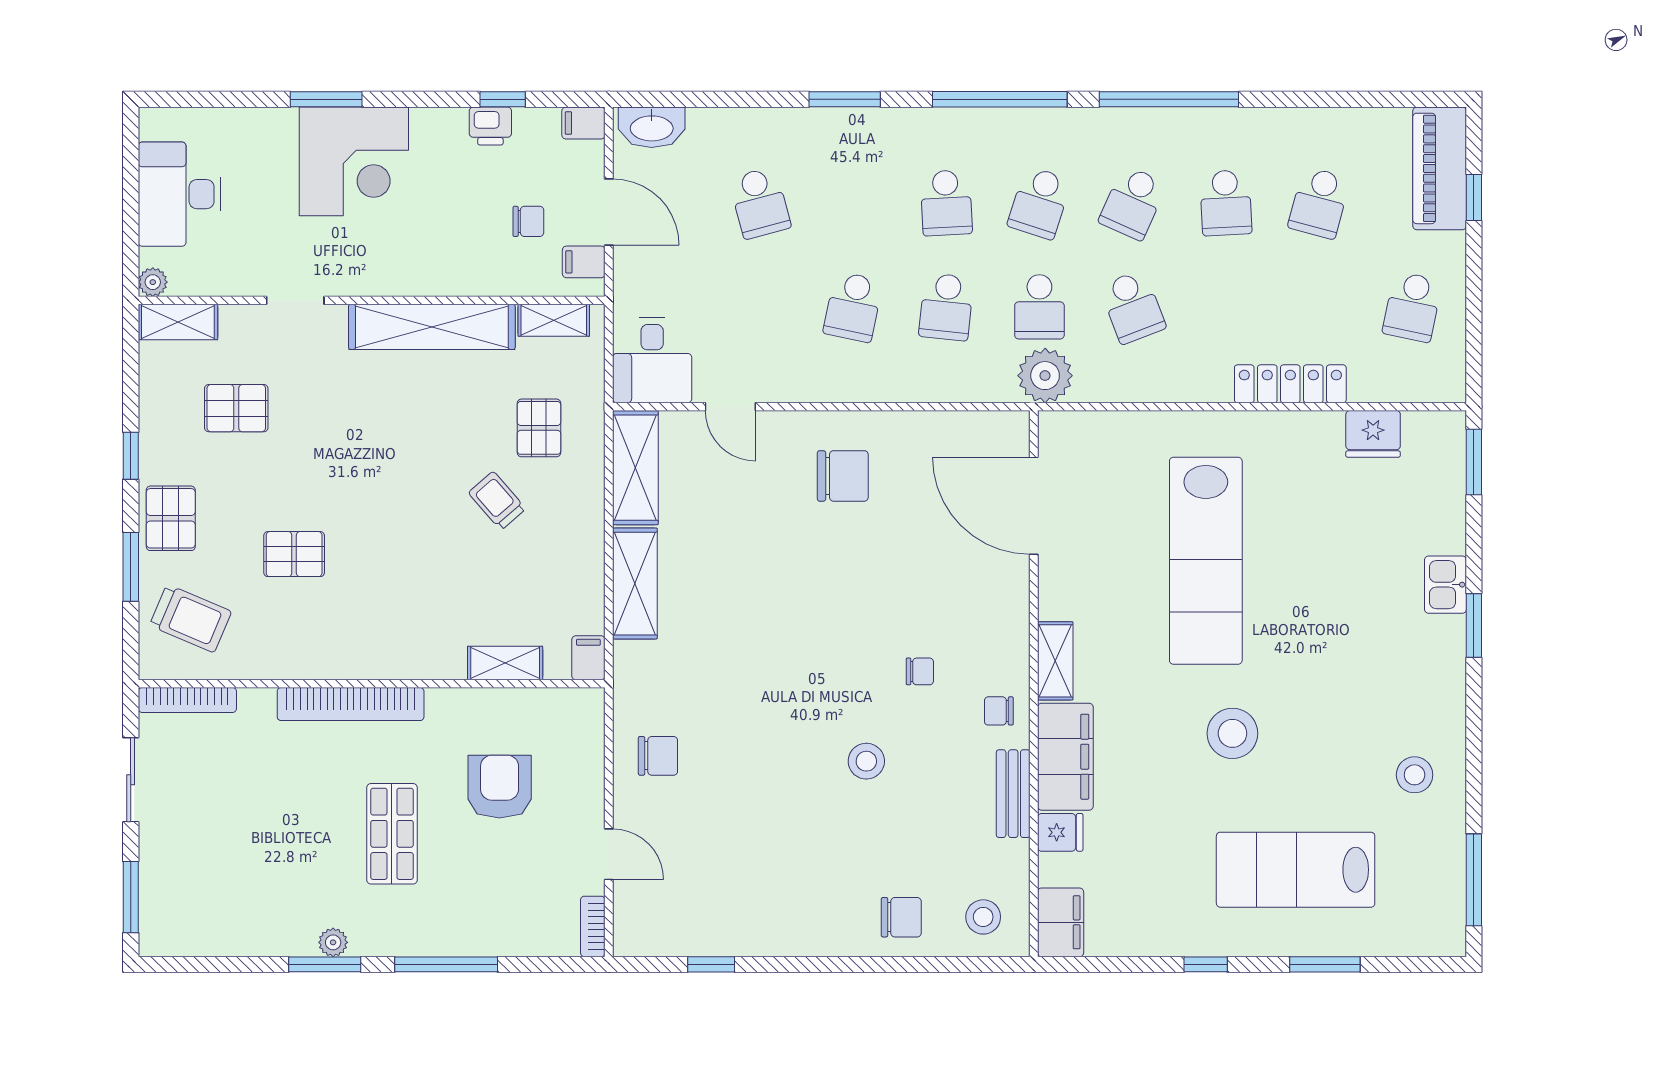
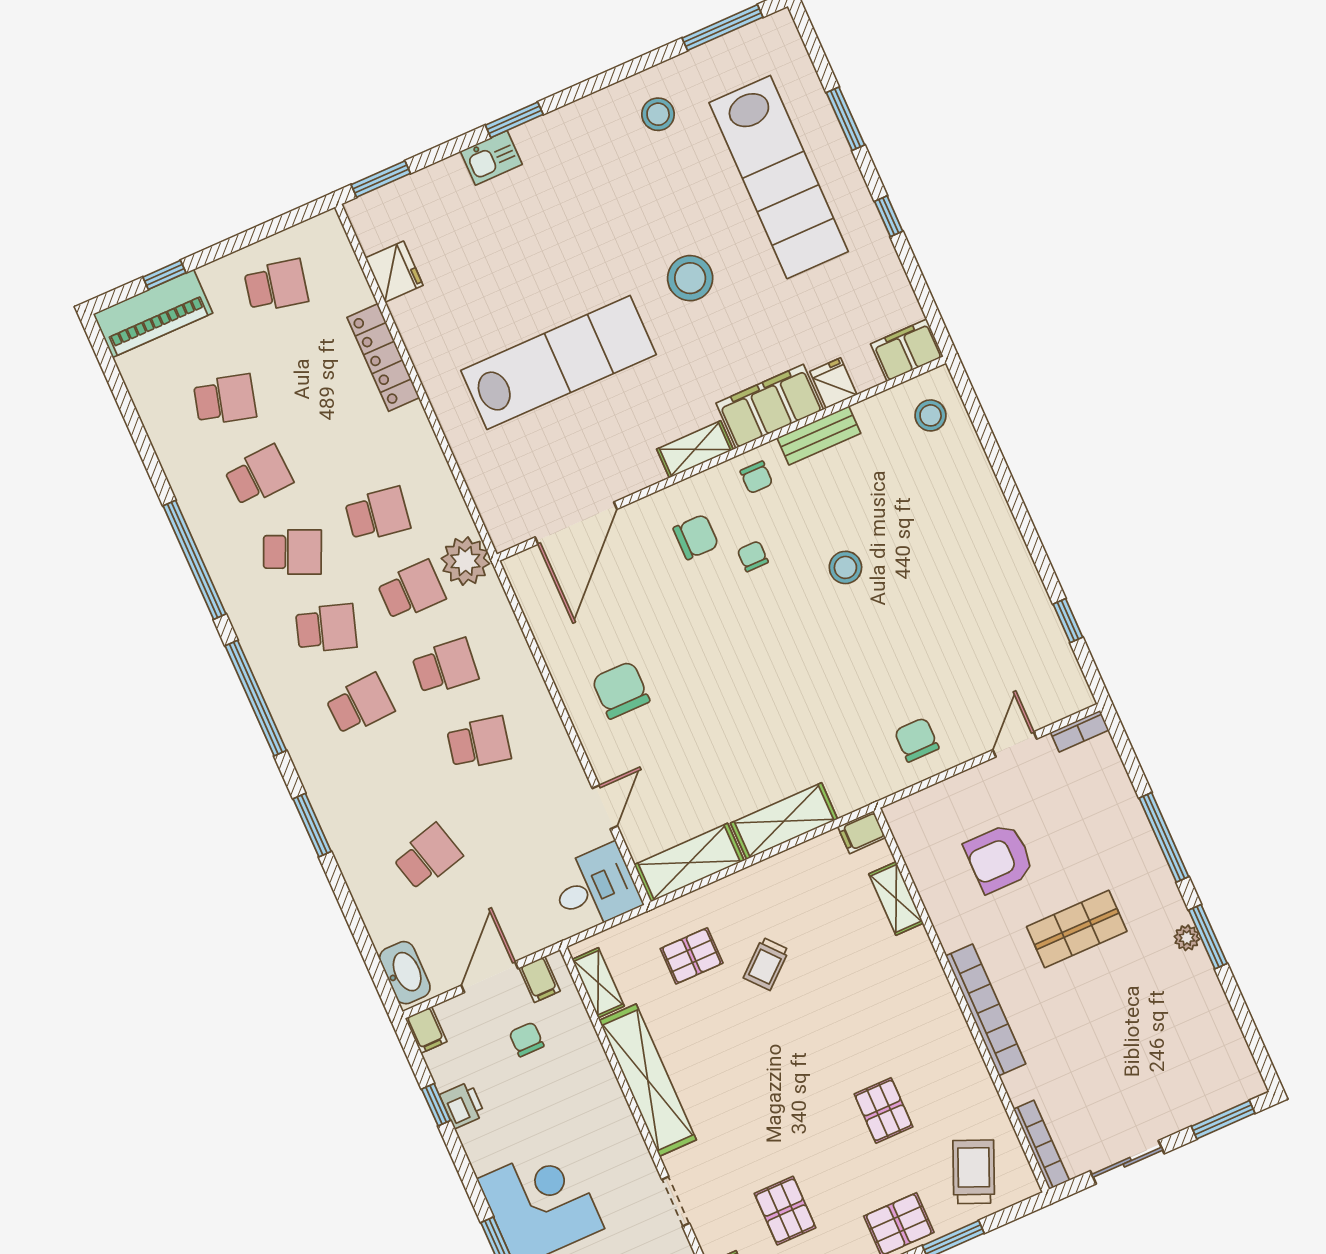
school desk: (1133, 307) -> (377, 514), turned 30
lab bench: (1296, 870) -> (779, 177), width x1.36
chair: (901, 917) -> (696, 537), moved, turned 90

